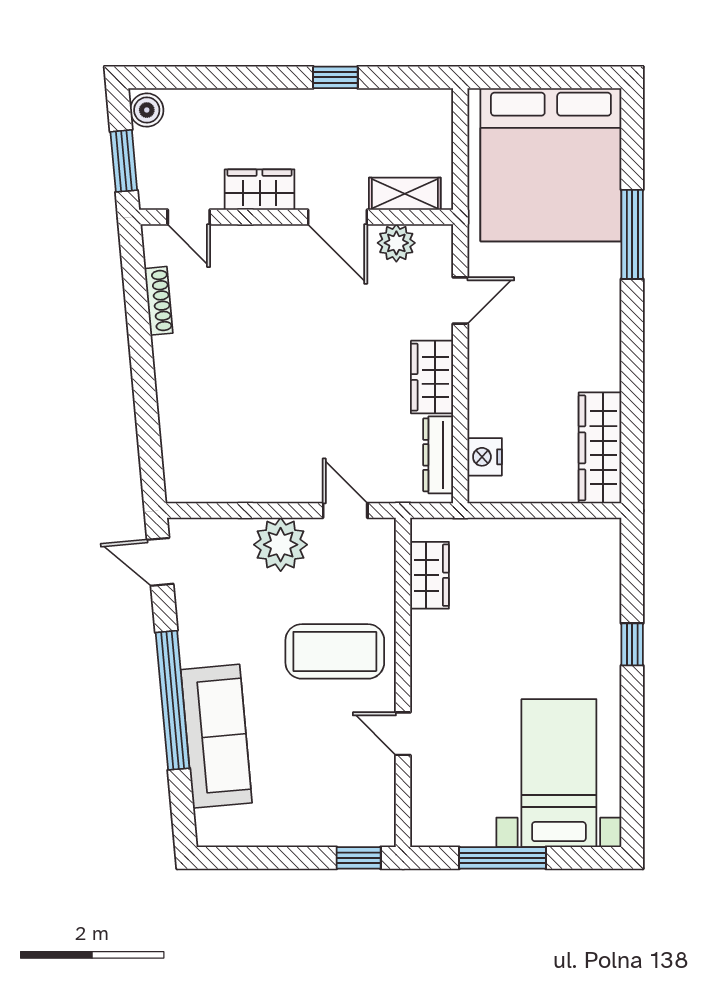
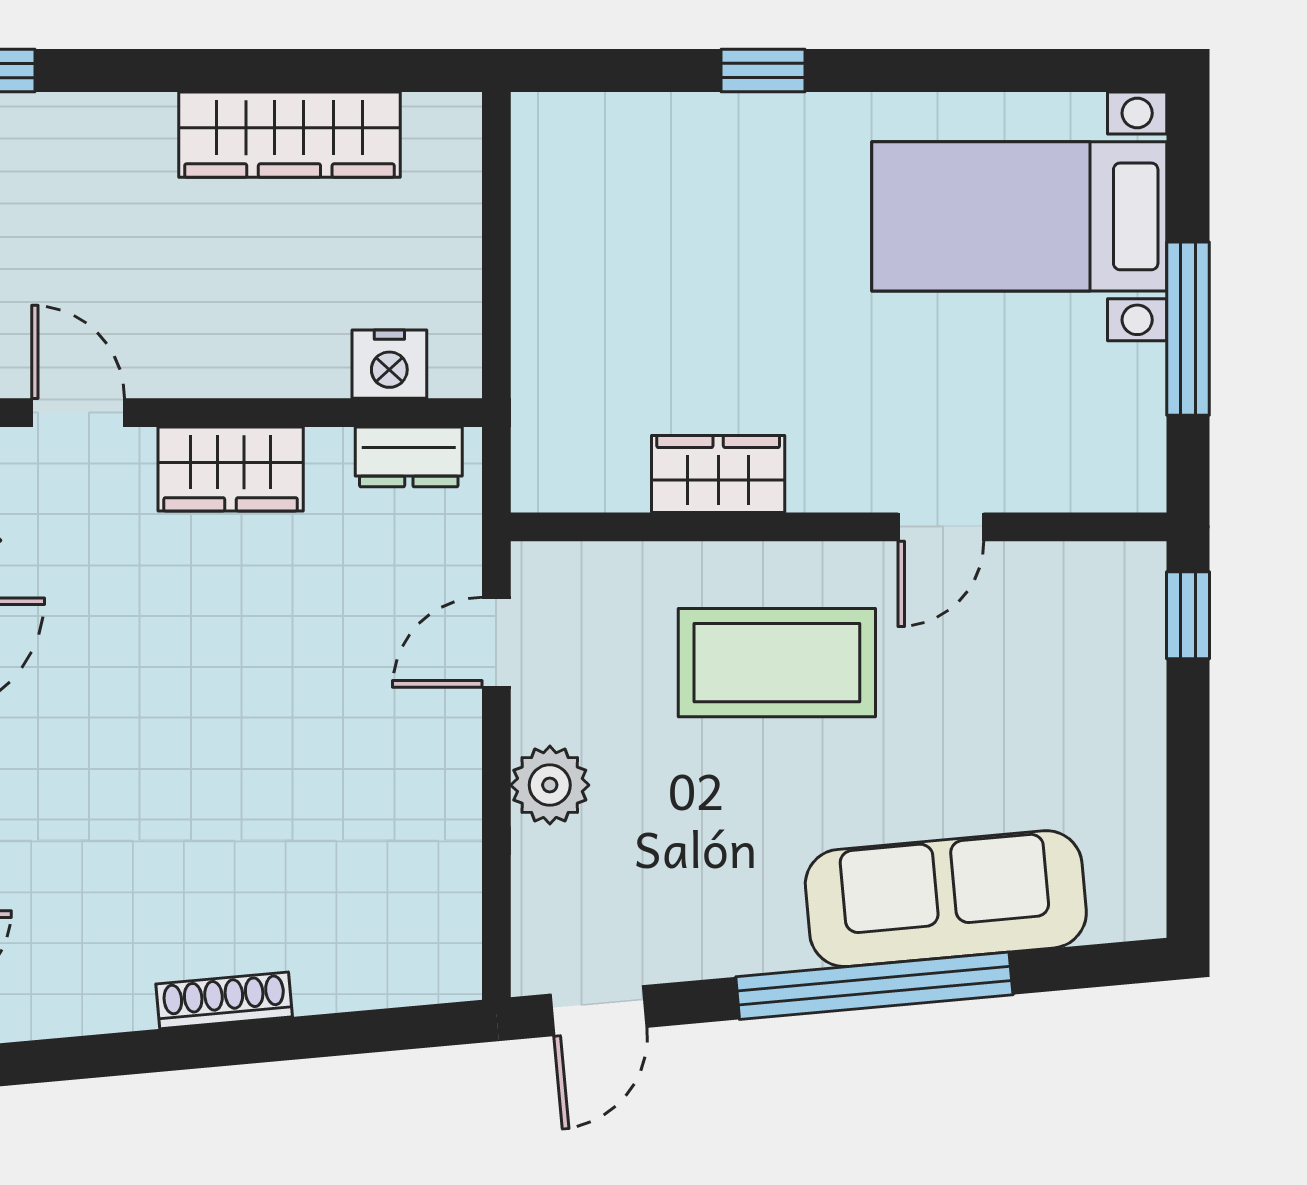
shoe rack: (159, 301) -> (224, 1000), moved
wardrobe: (600, 448) -> (289, 135), moved
dresser: (438, 455) -> (409, 457), width x0.70
plant: (281, 545) -> (550, 785), width x0.73, depth x0.73
wardrobe: (430, 575) -> (718, 474), moved
coffee table: (335, 651) -> (777, 663), turned 90

